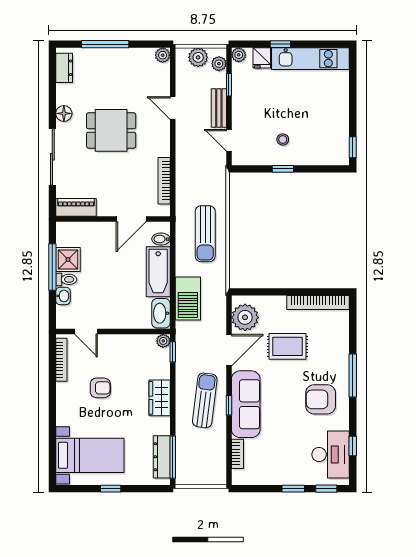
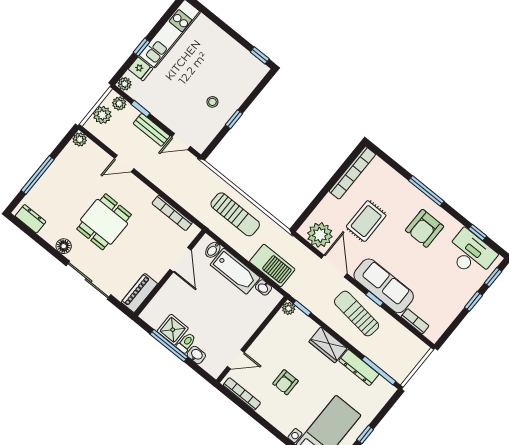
washbasin: (161, 313) -> (263, 287), width x0.52, depth x0.69
armchair: (100, 388) -> (285, 382), turned 180
dresser: (162, 457) -> (359, 367), moved

